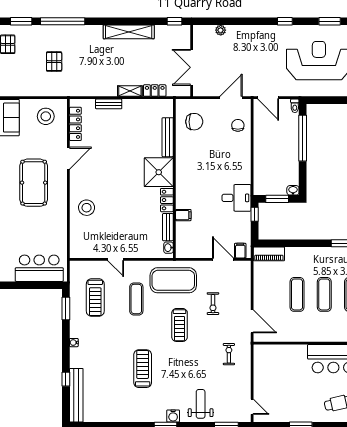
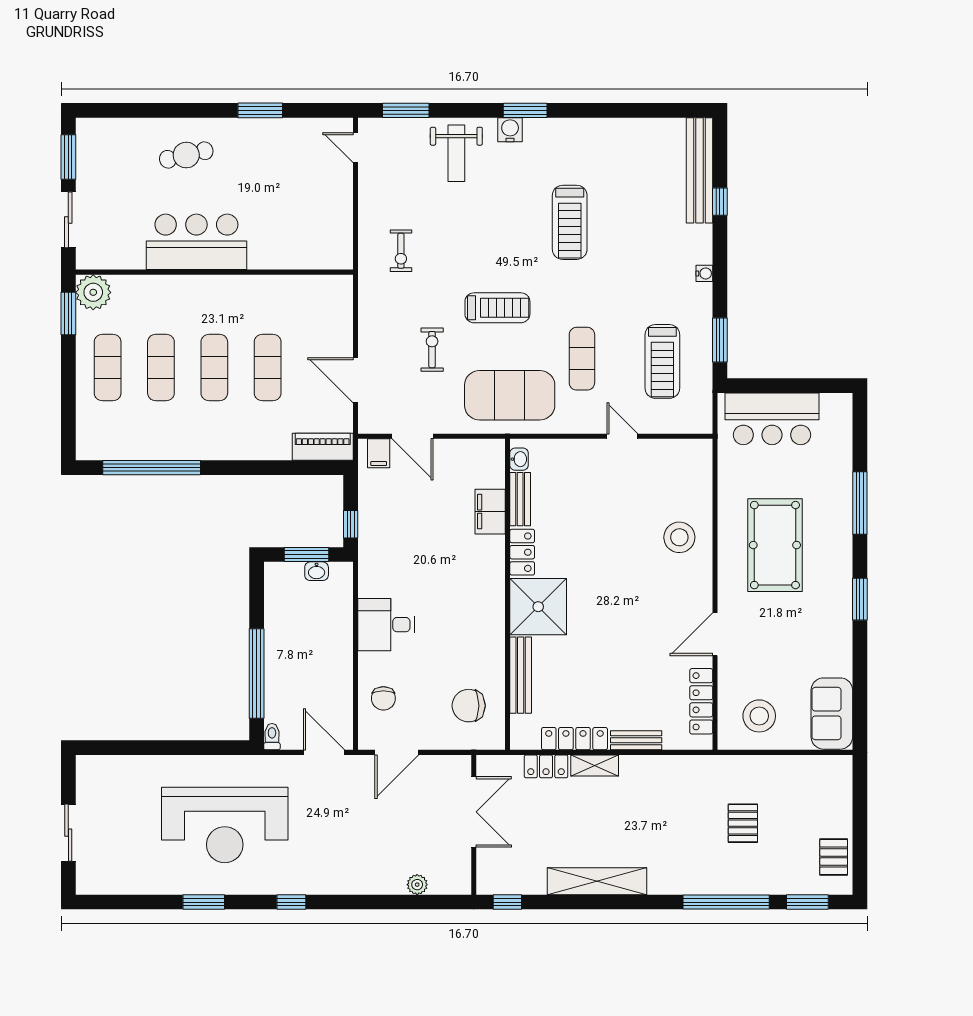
locker: (140, 105) -> (574, 739), added
pool table: (34, 183) -> (775, 545), moved
washbasin: (293, 190) -> (317, 571), moved
desk: (236, 198) -> (386, 625), moved
filing cabinet: (183, 215) -> (490, 512), width x2.00
treadmill: (95, 298) -> (662, 361), turned 180
door: (252, 321) -> (355, 380), moved
treadmill: (180, 325) -> (497, 308), turned 90

